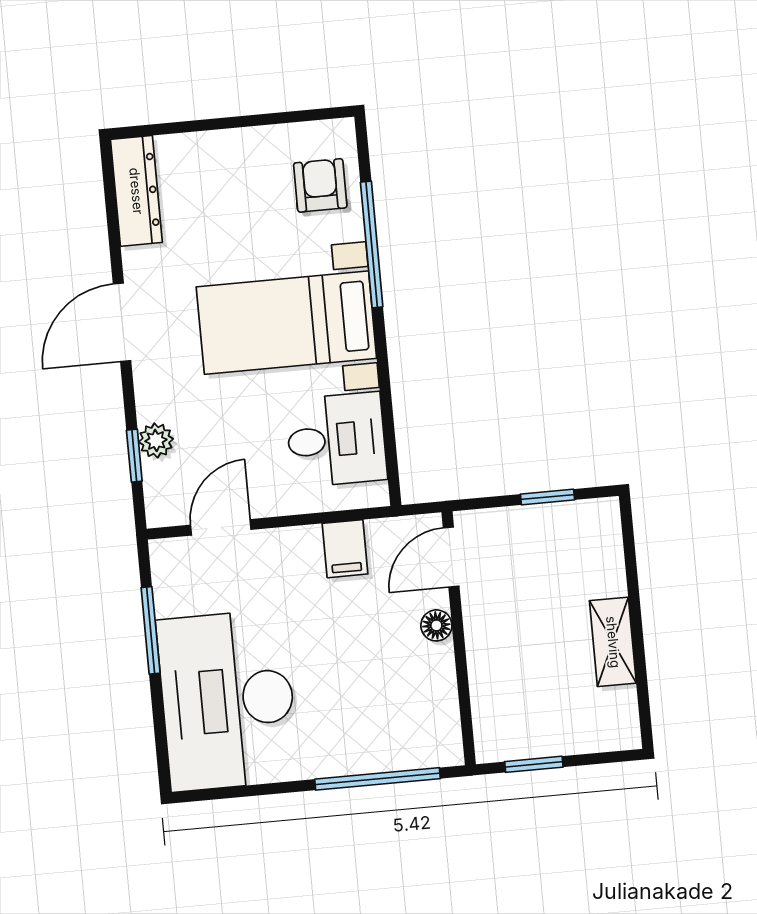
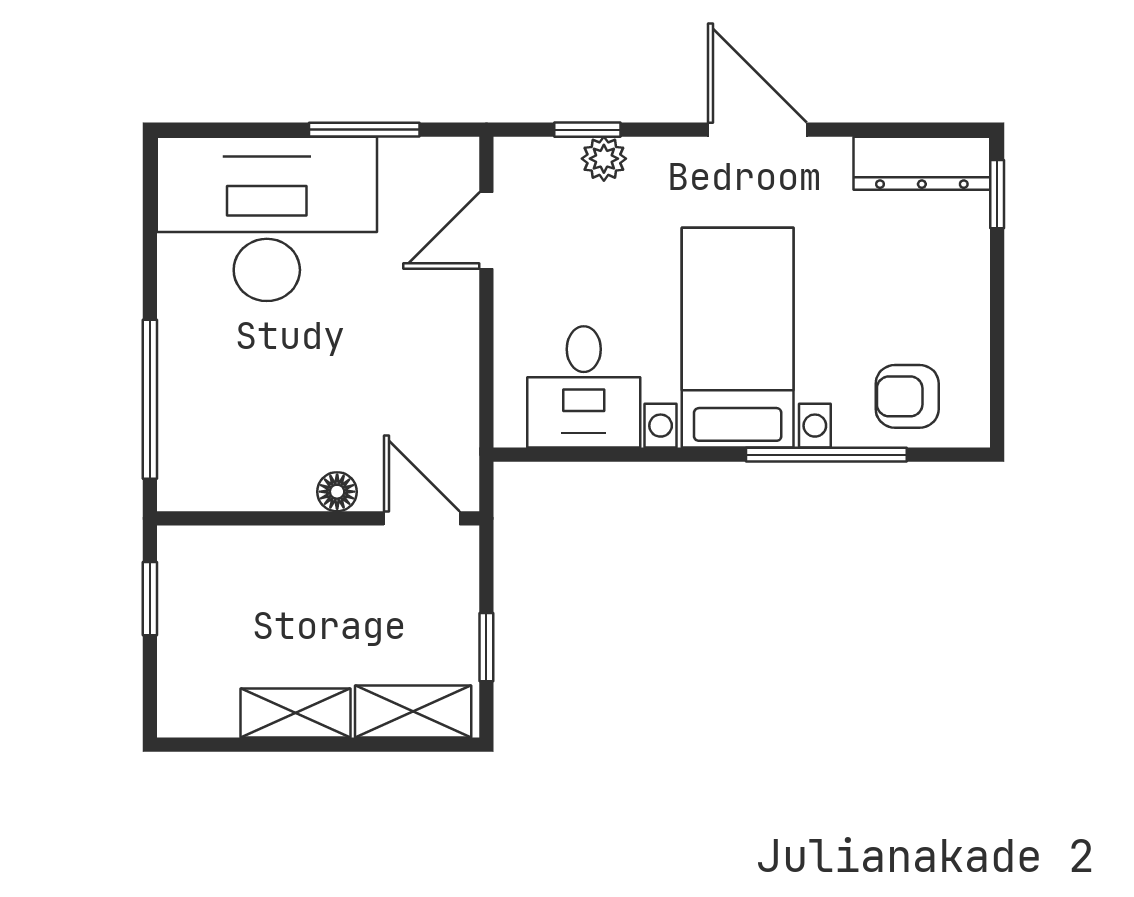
window: (155, 130) -> (997, 194), added
armchair: (320, 185) -> (907, 396), turned 180
door: (221, 527) -> (486, 231), swing flipped
filing cabinet: (345, 549) -> (445, 385), removed
shelving: (603, 550) -> (413, 712), added

